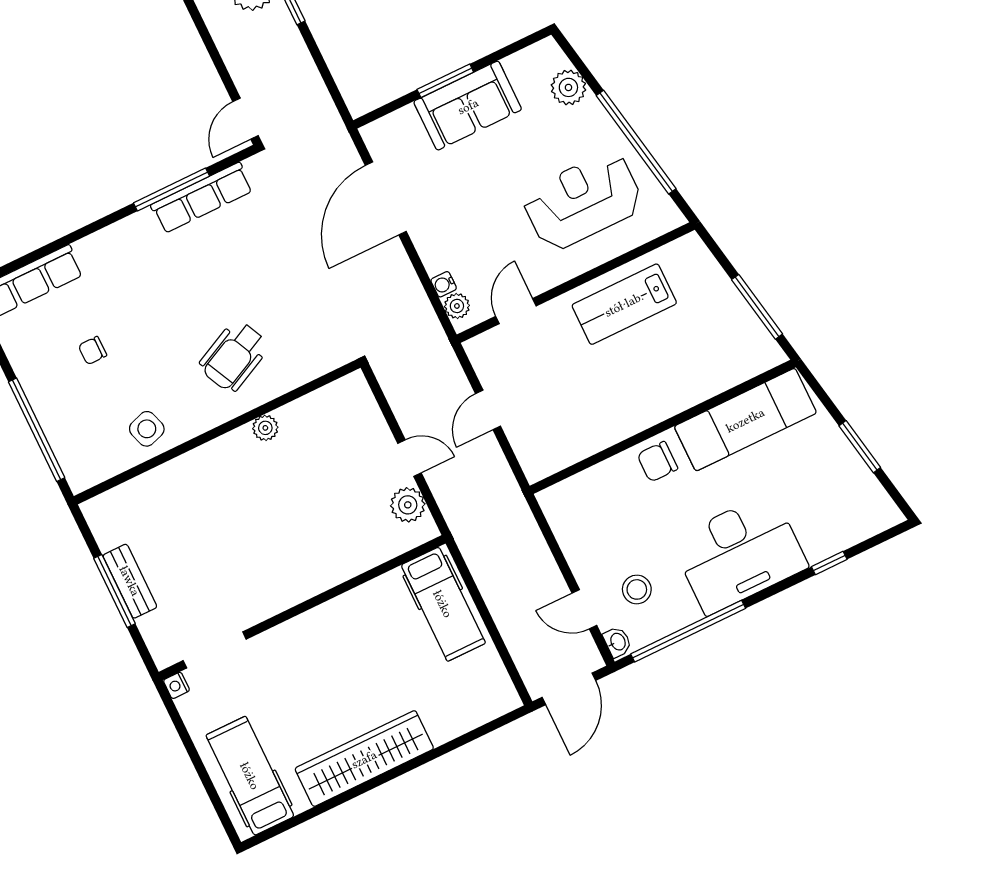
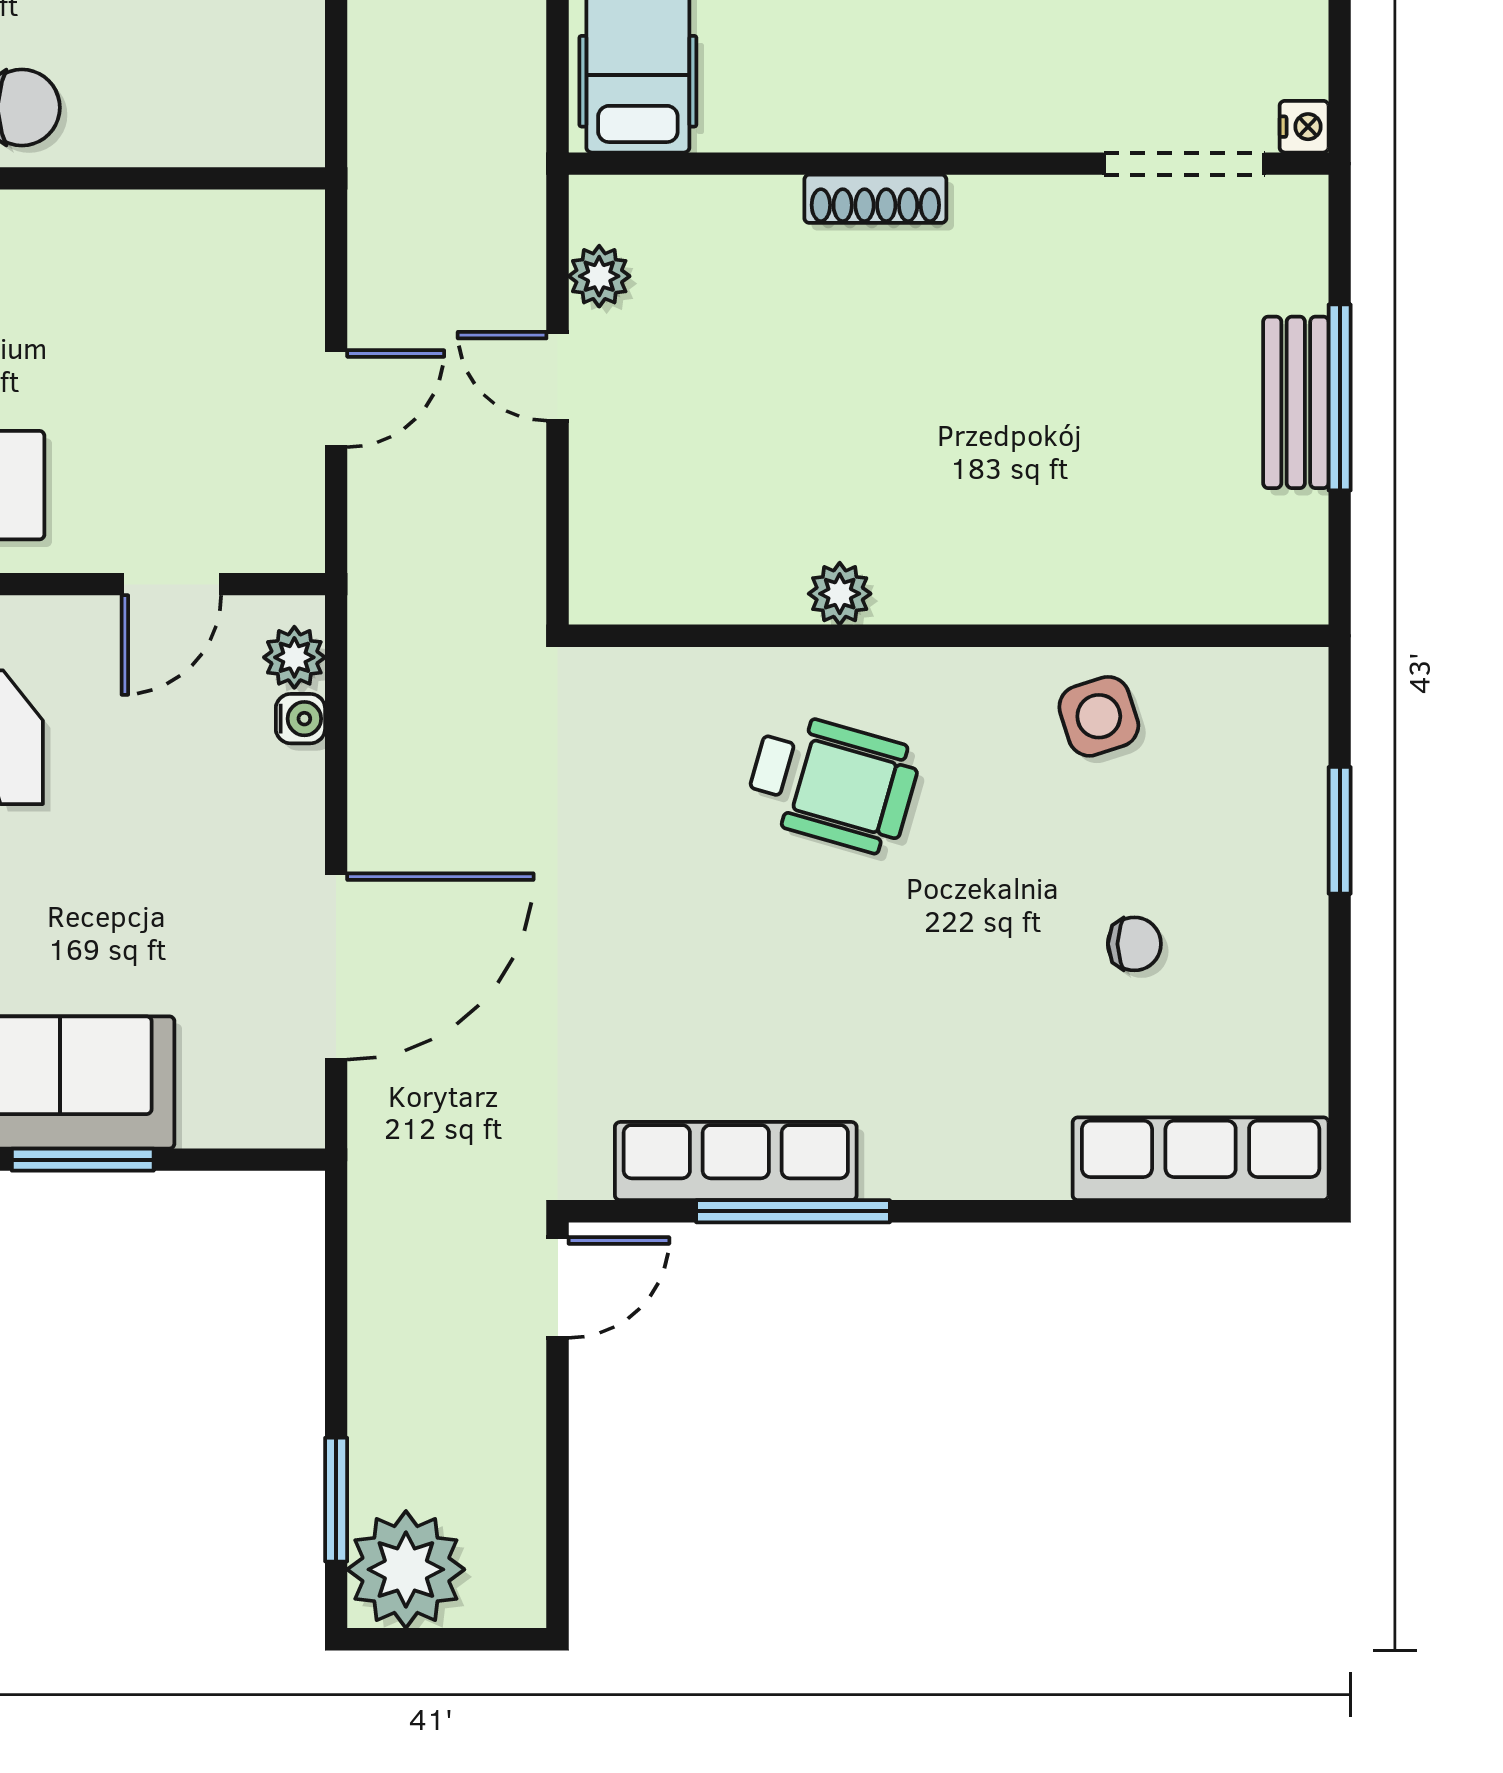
wheelchair: (234, 356) -> (833, 783), turned 42
window: (37, 430) -> (1340, 830), width x0.47
plant: (408, 505) -> (599, 276), width x0.73, depth x0.73
shoe rack: (323, 581) -> (875, 199), added

